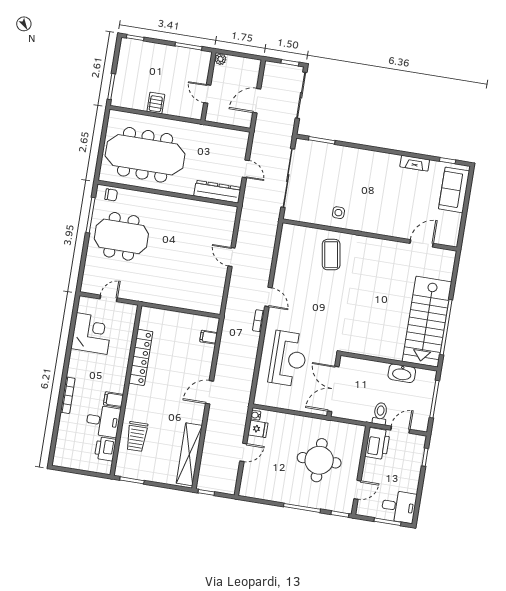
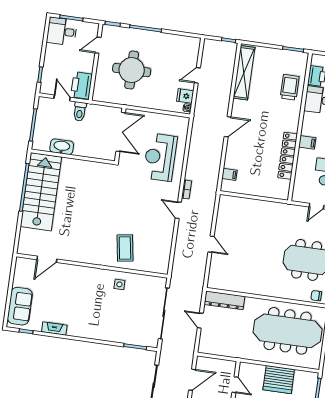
server rack: (156, 103) -> (279, 380), width x2.18, depth x1.44
filing cabinet: (113, 400) -> (307, 142), moved
door: (400, 430) -> (62, 98), swing flipped

